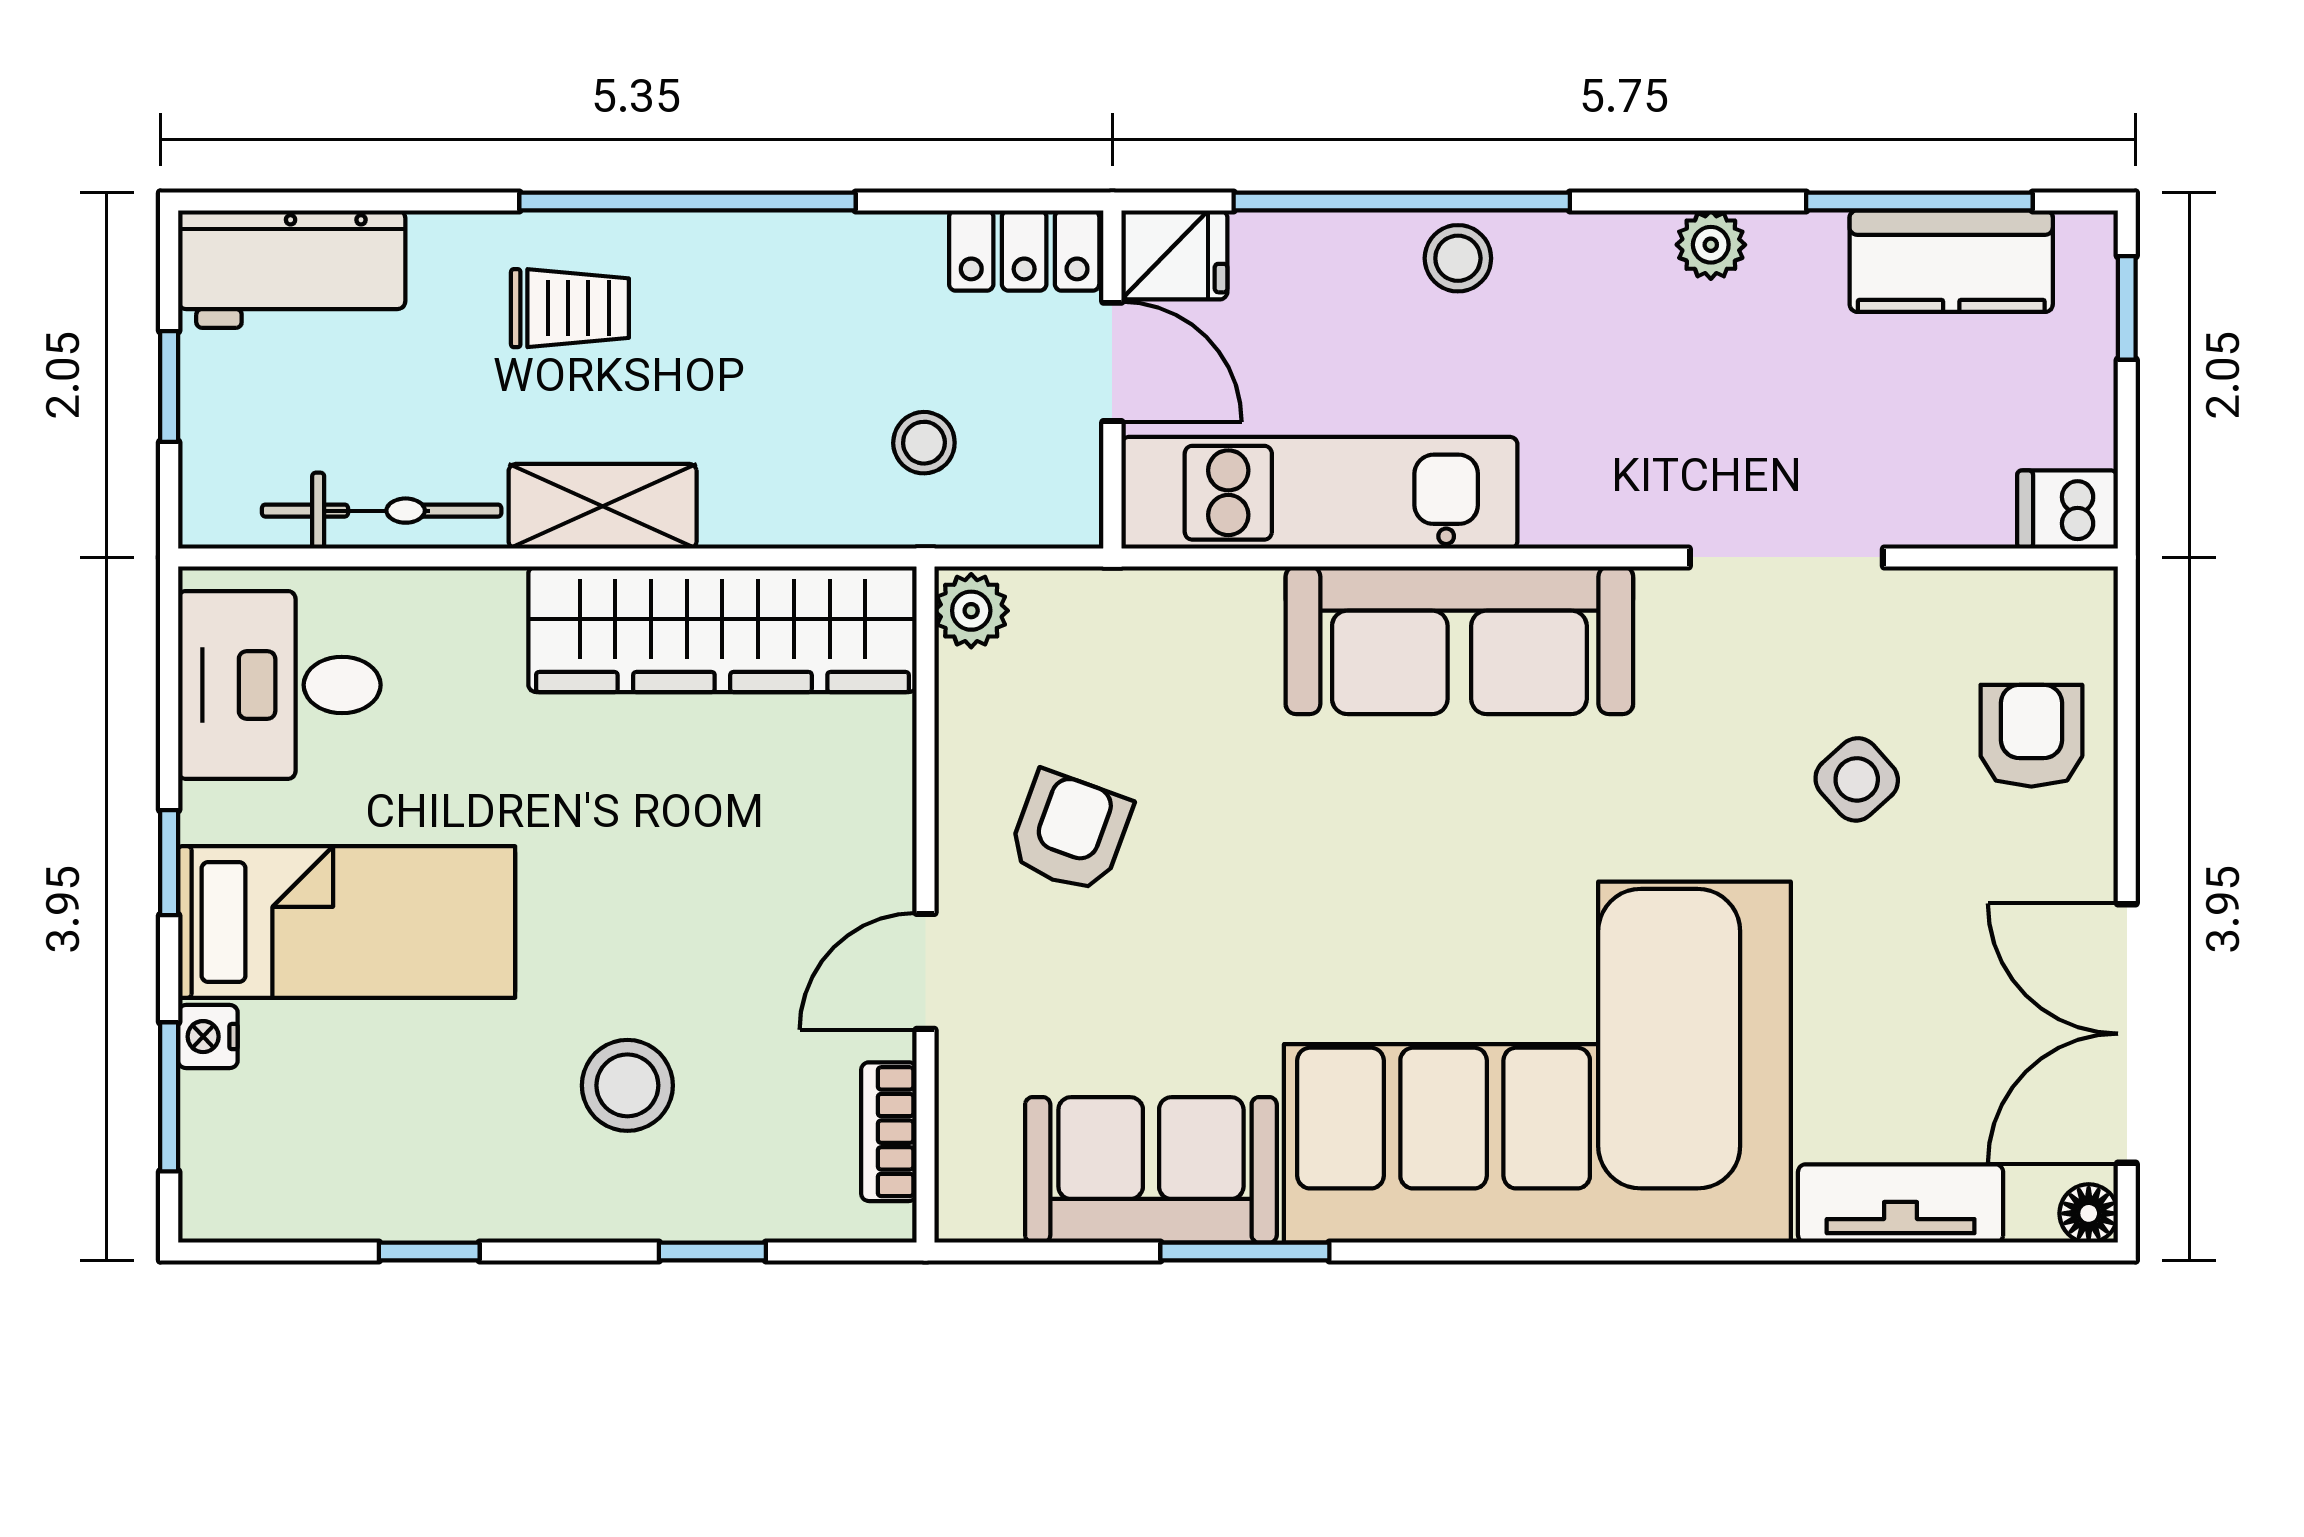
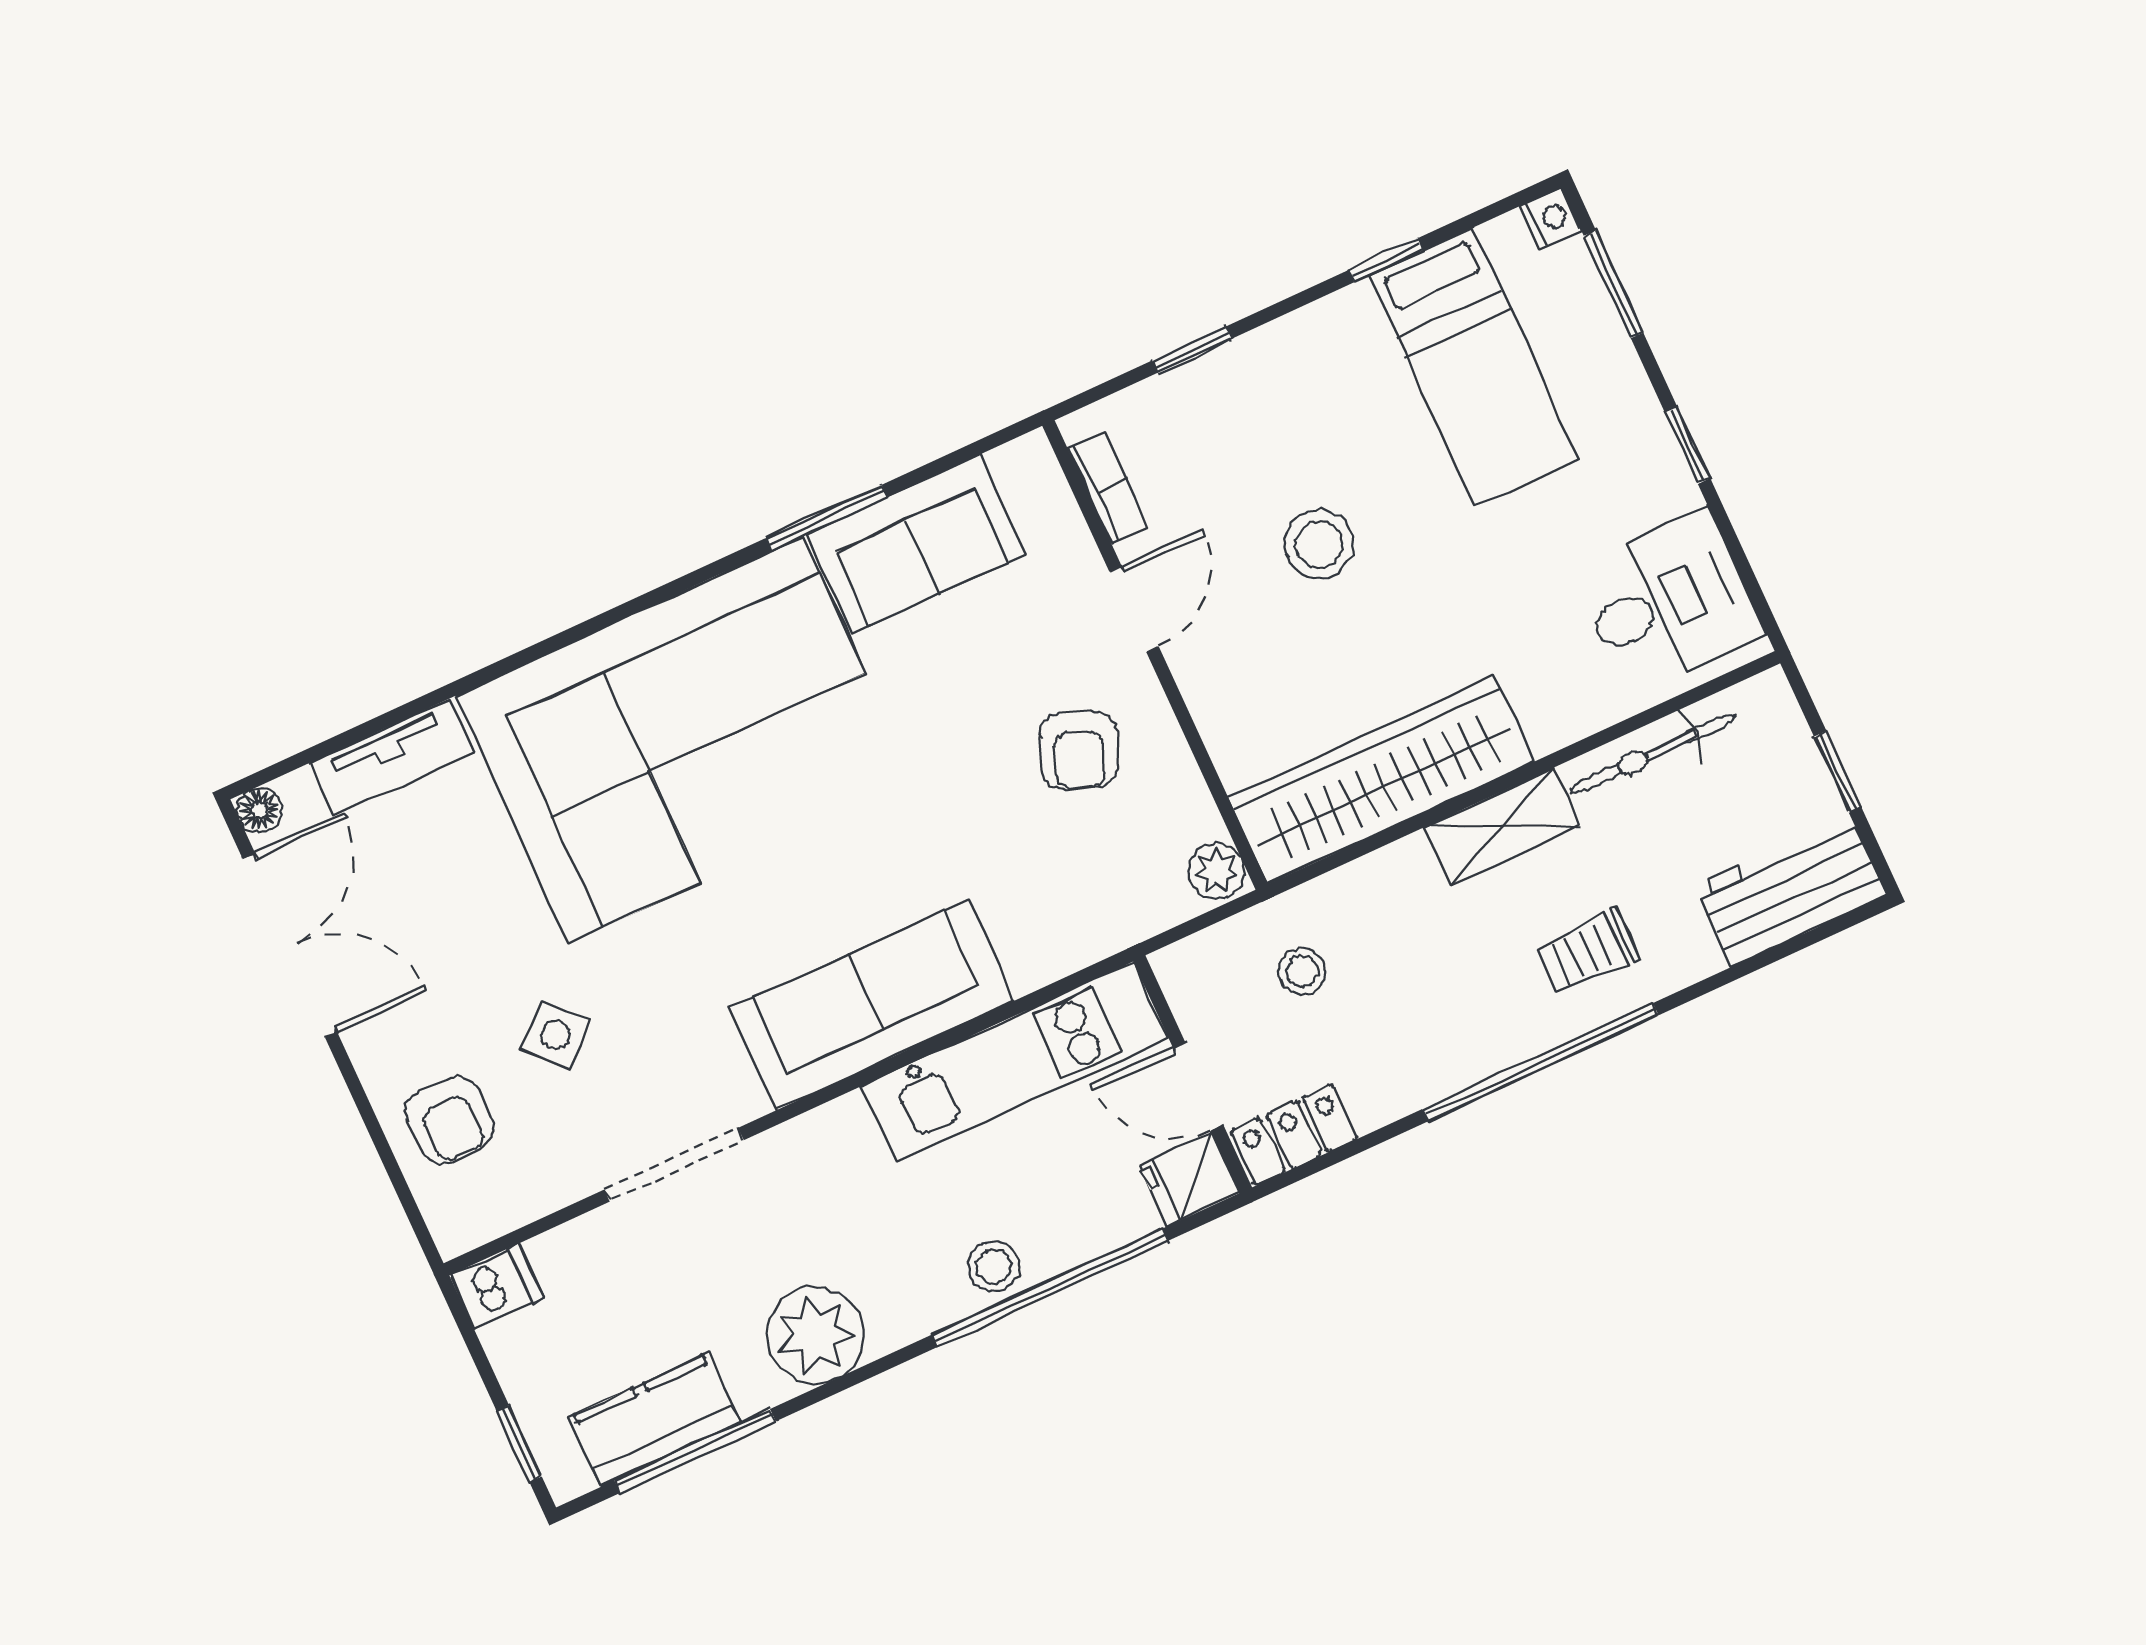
plant: (1711, 245) -> (815, 1335), width x1.87, depth x1.87
bed: (347, 922) -> (1474, 367), moved, turned -90
nightstand: (208, 1037) -> (1551, 218), moved
stool: (627, 1085) -> (1319, 544), moved

